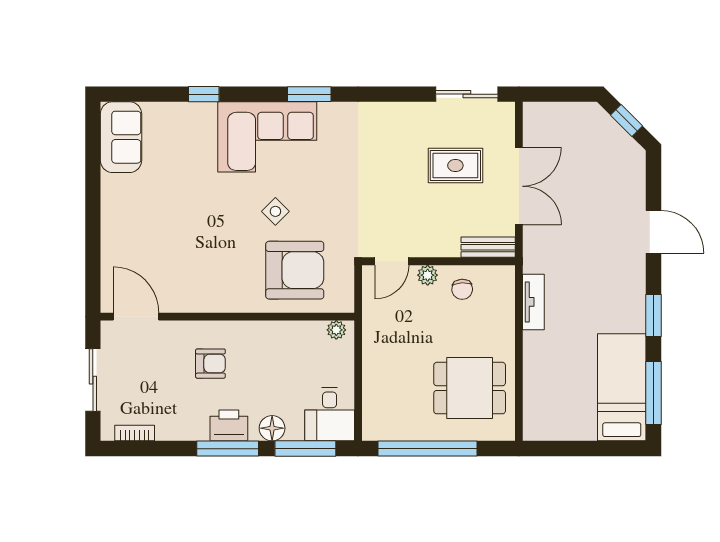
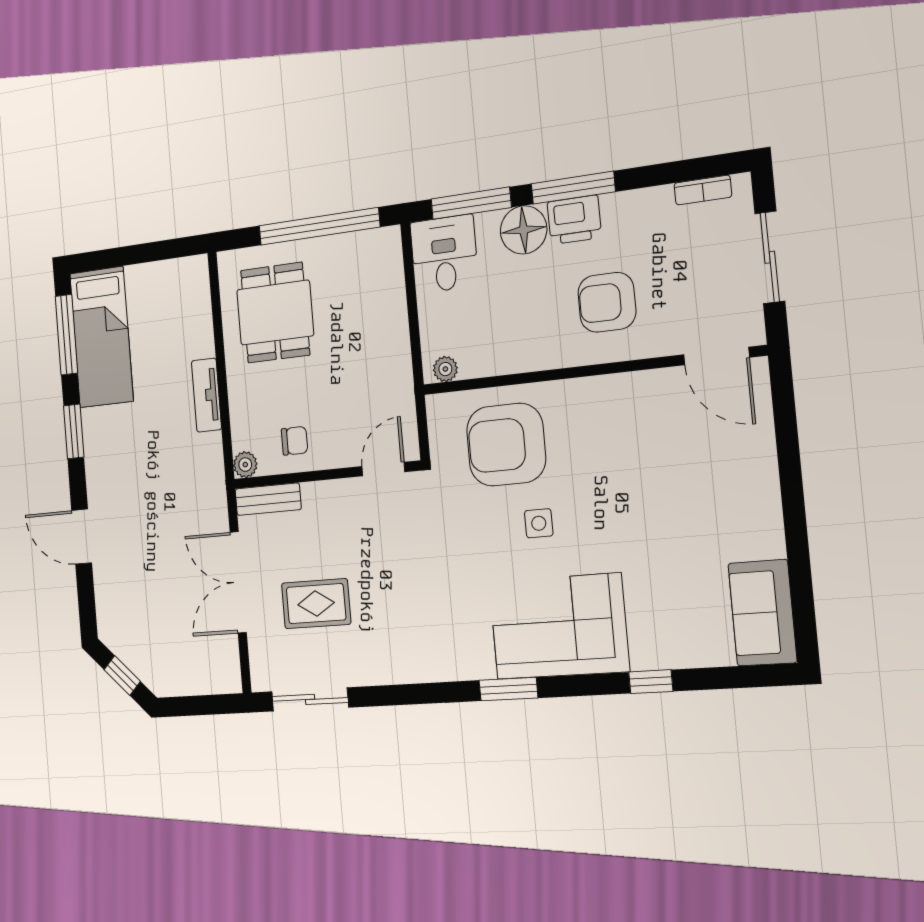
side table: (275, 211) -> (539, 523), turned 45
plant: (428, 275) -> (245, 465), moved
chair: (462, 289) -> (295, 441), turned 93
tv unit: (533, 302) -> (206, 395), moved
armchair: (210, 364) -> (607, 302), width x1.38, depth x1.38
dining table: (470, 388) -> (275, 313), turned 90
floor lamp: (272, 428) -> (524, 230), width x1.38, depth x1.38

